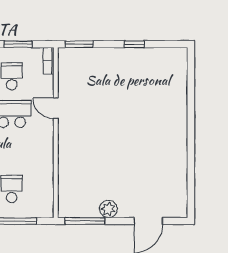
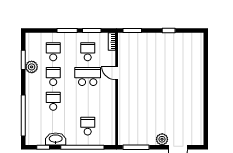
plant: (108, 209) -> (162, 139), moved

